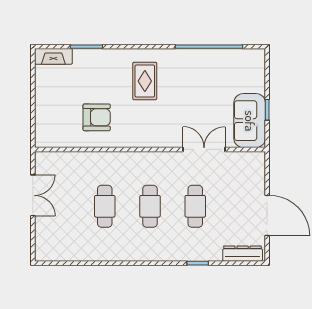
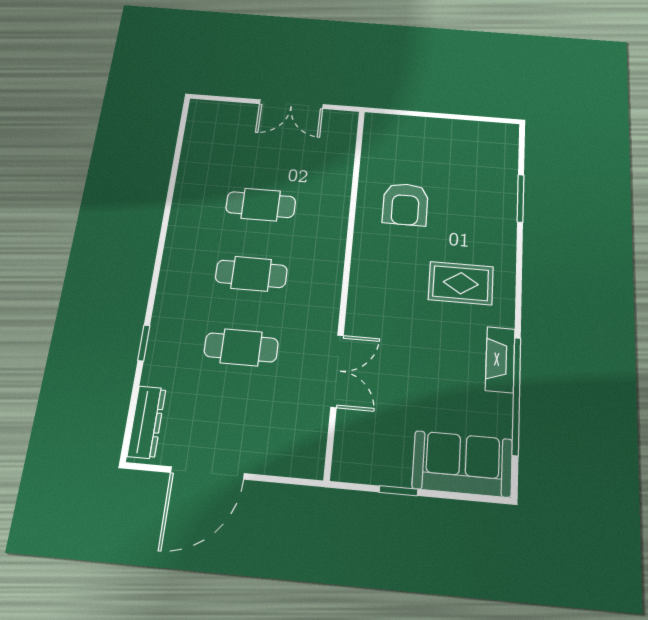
fireplace: (53, 56) -> (500, 360), moved
sofa: (250, 121) -> (463, 464), moved

